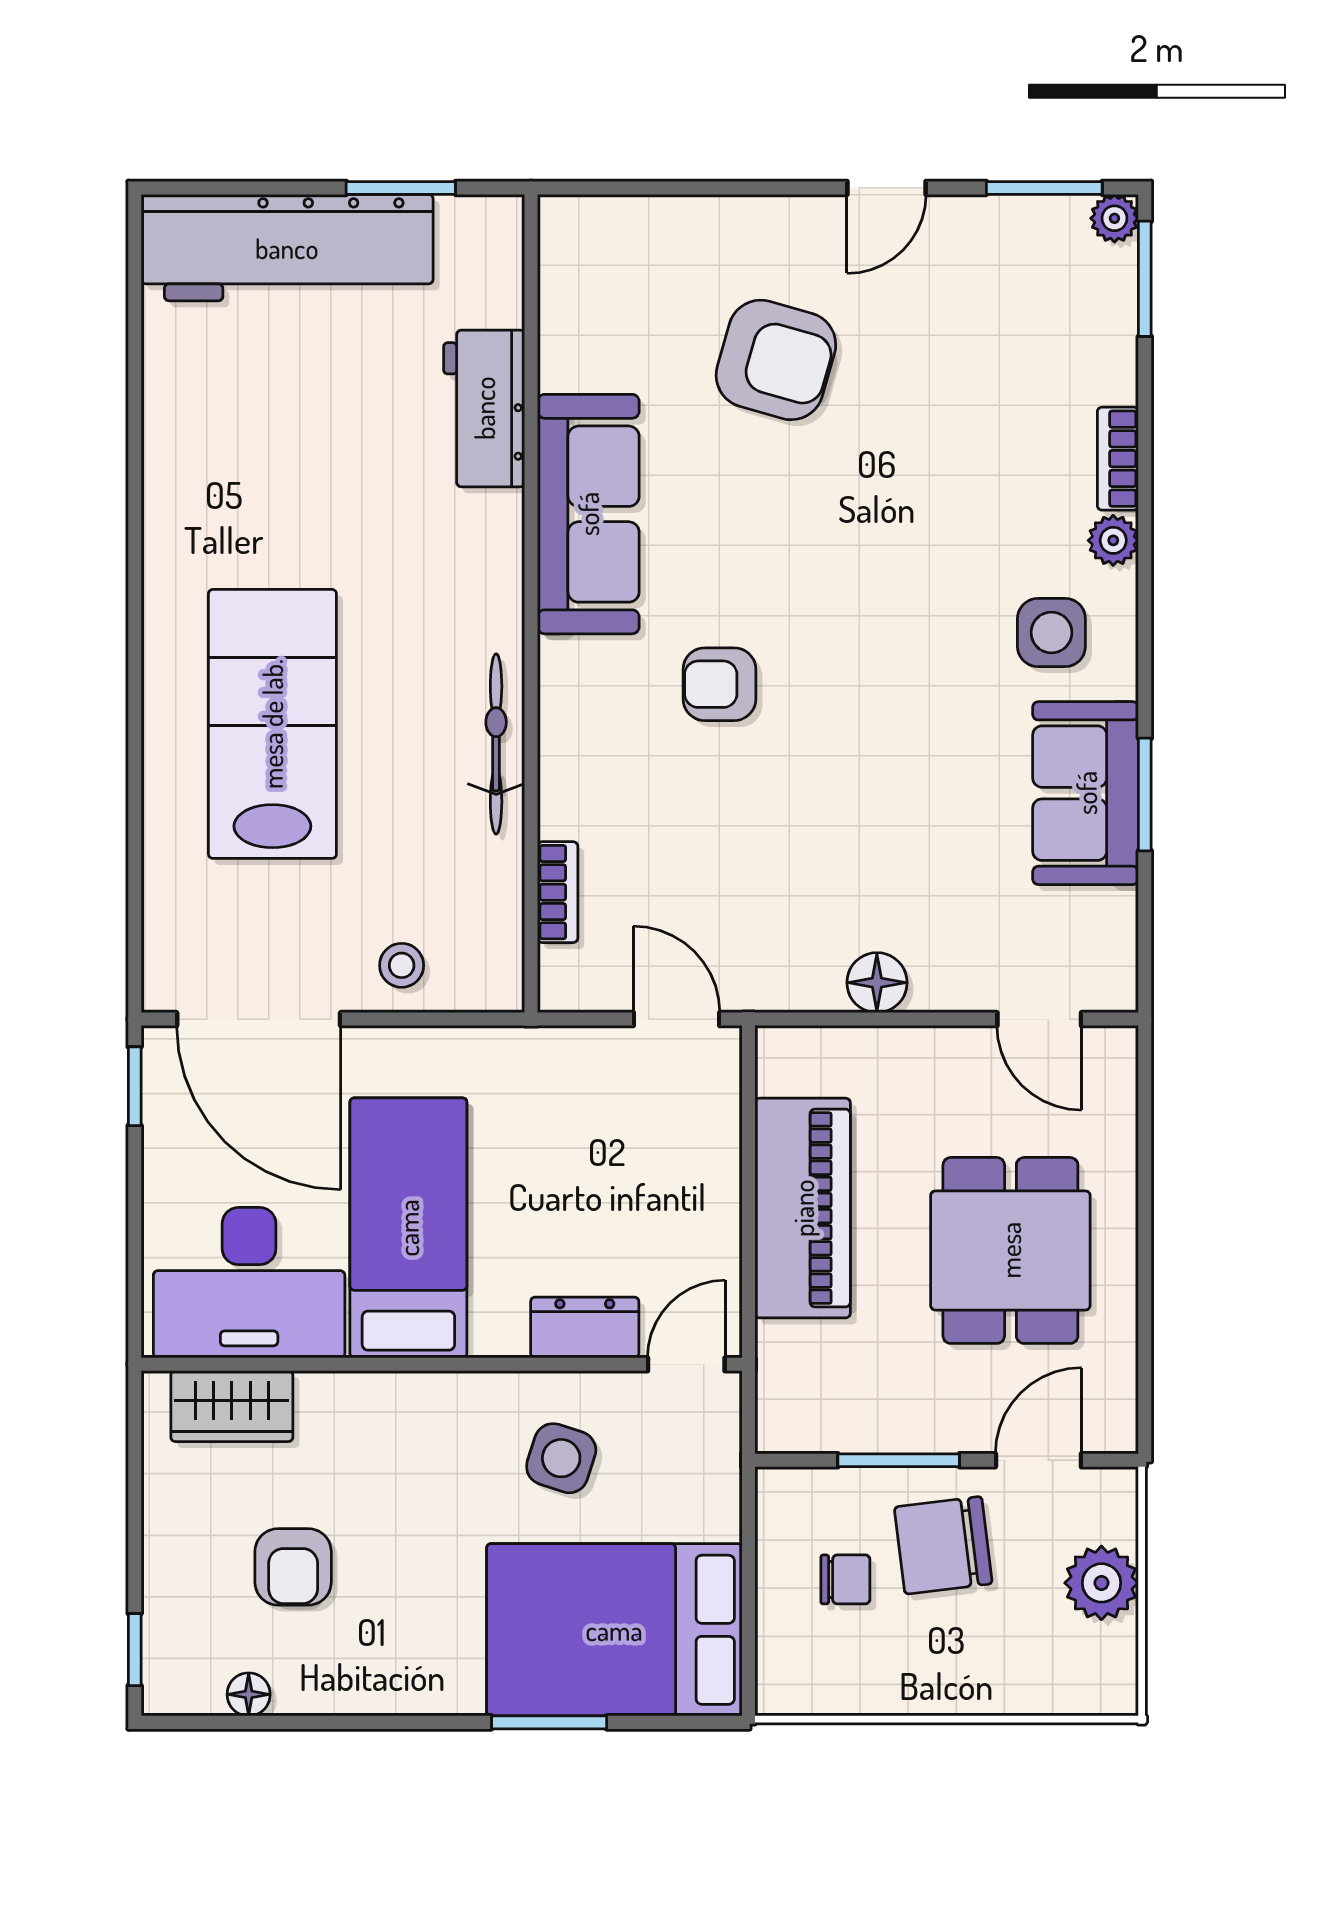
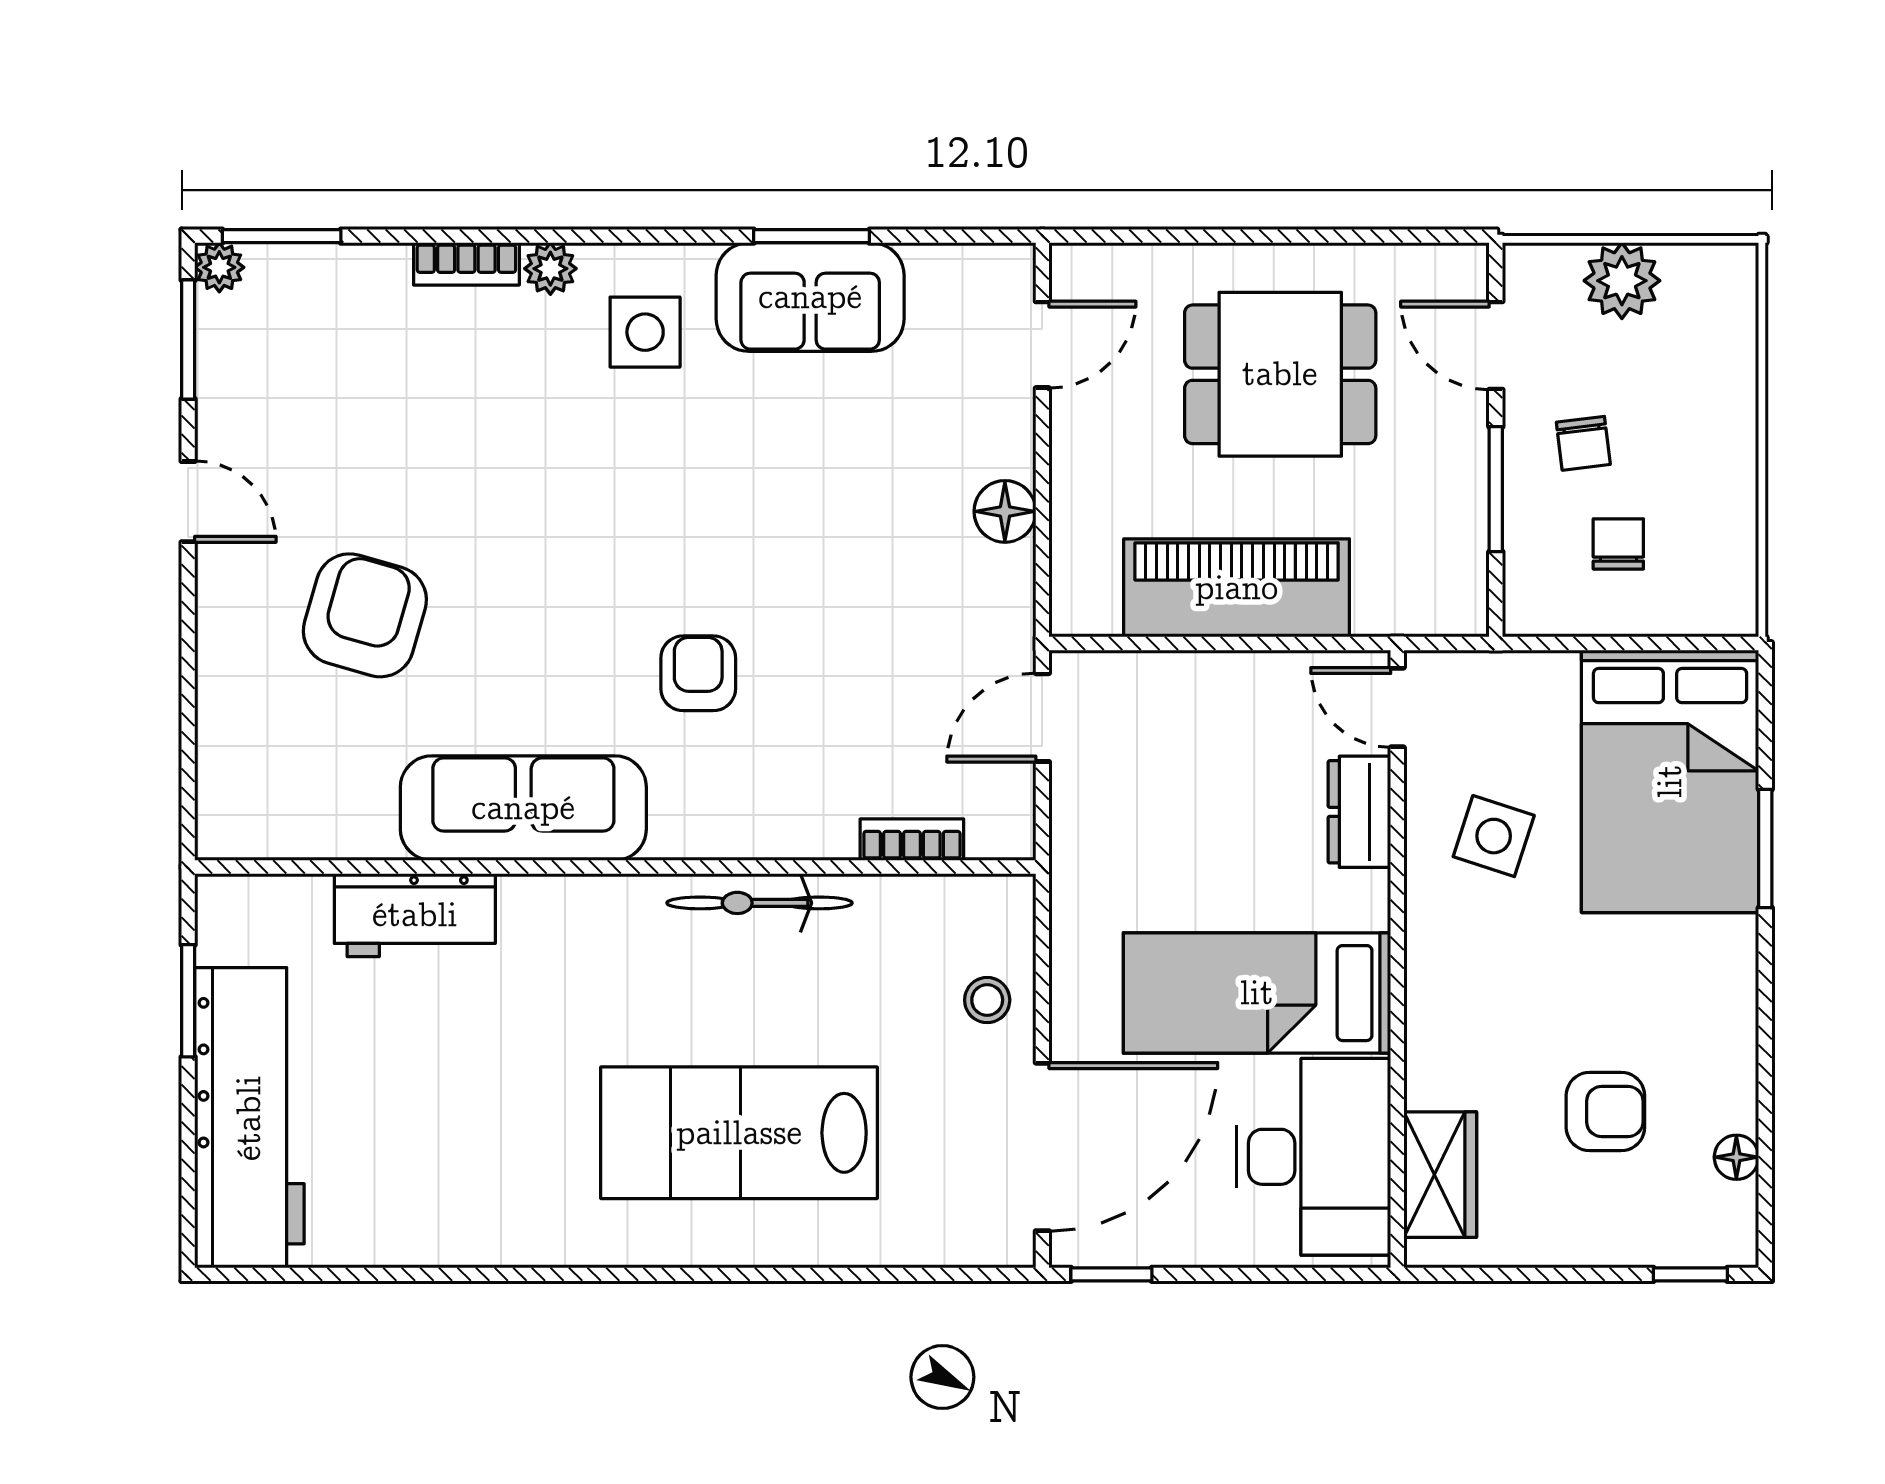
armchair: (719, 684) -> (698, 673), turned 180
chair: (943, 1545) -> (1583, 443), width x0.54, depth x0.54

